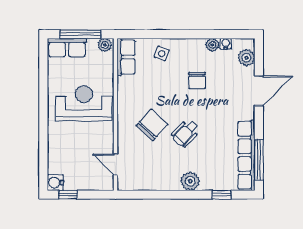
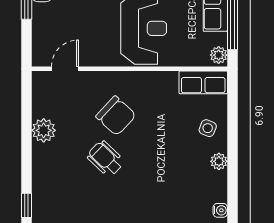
plant: (212, 45) -> (219, 161), moved
chair: (197, 80) -> (173, 173), removed
plant: (190, 181) -> (44, 130), moved

